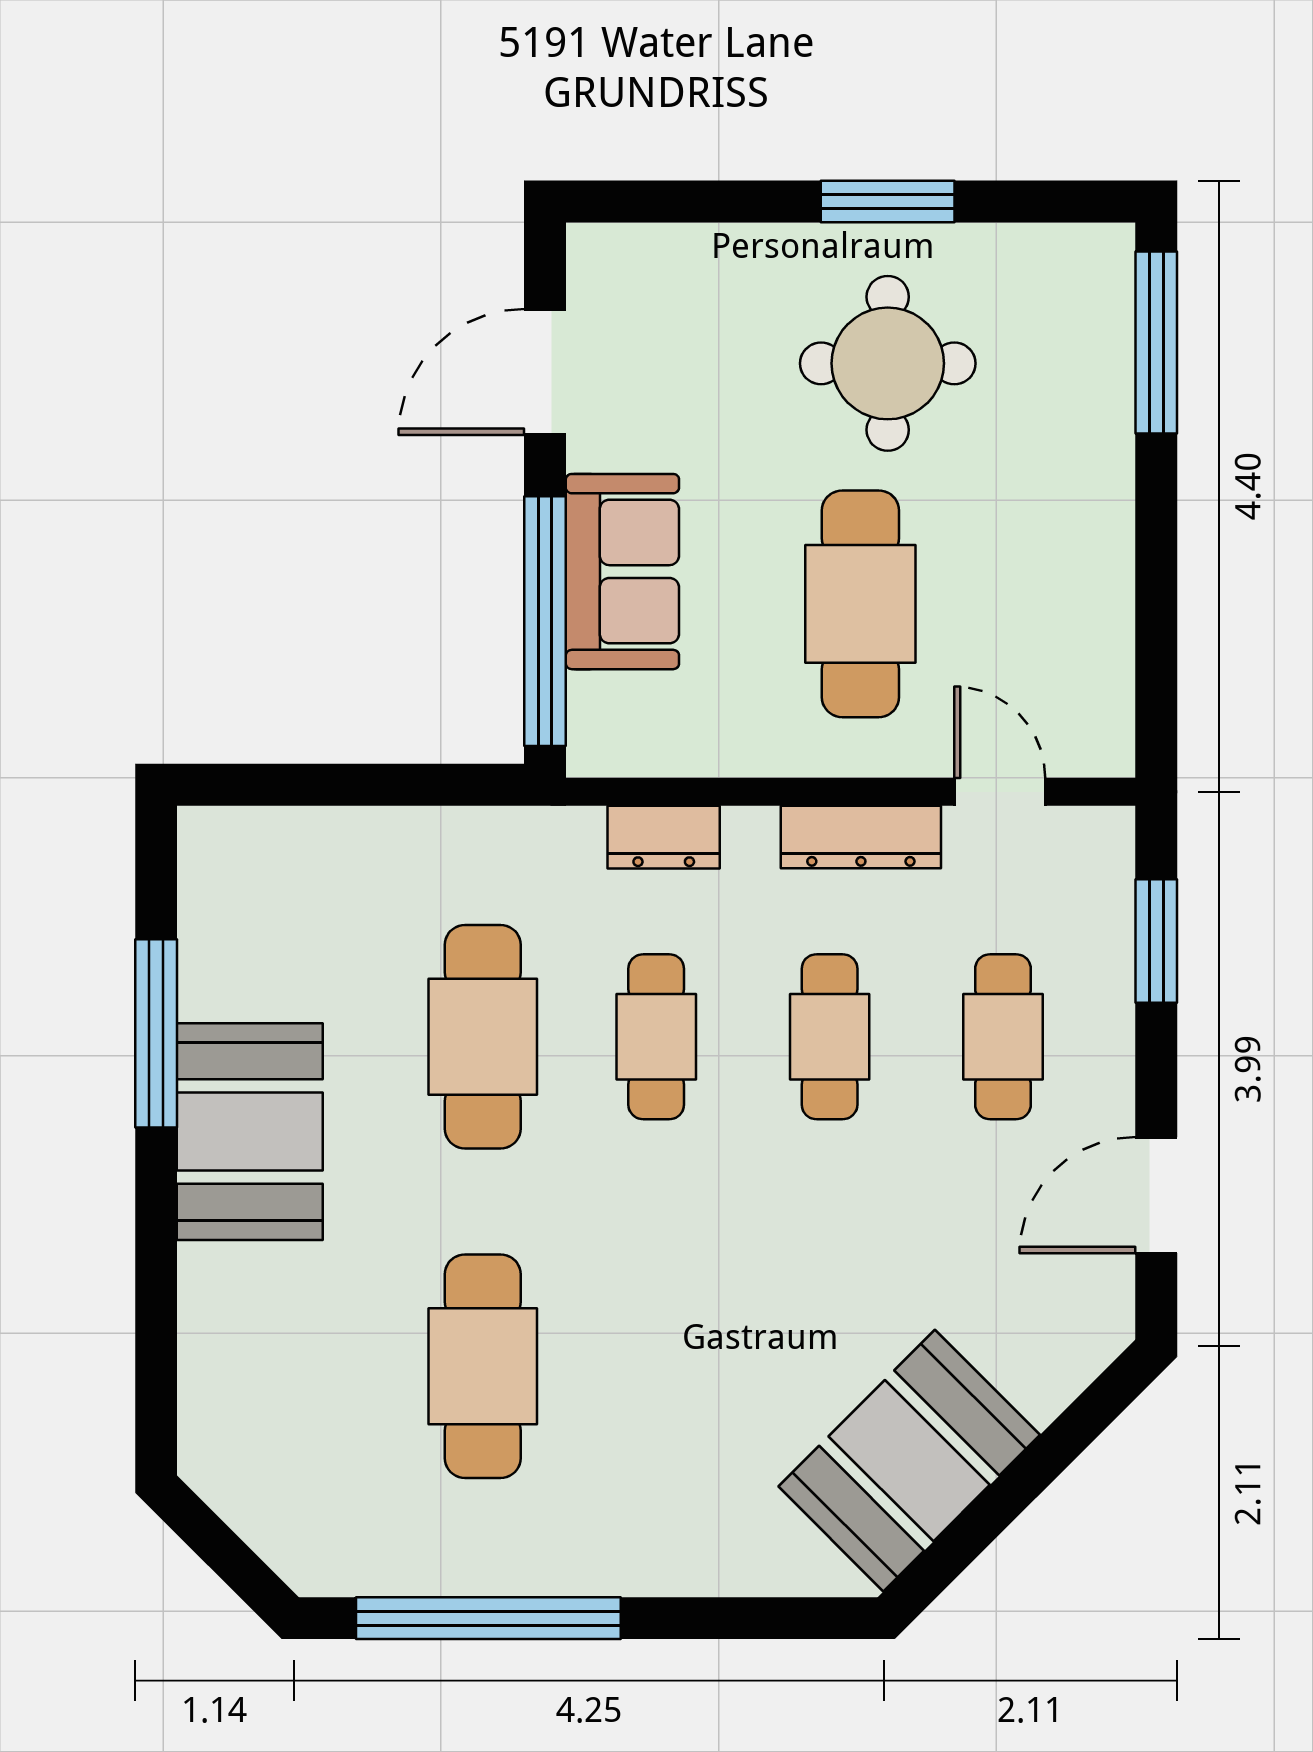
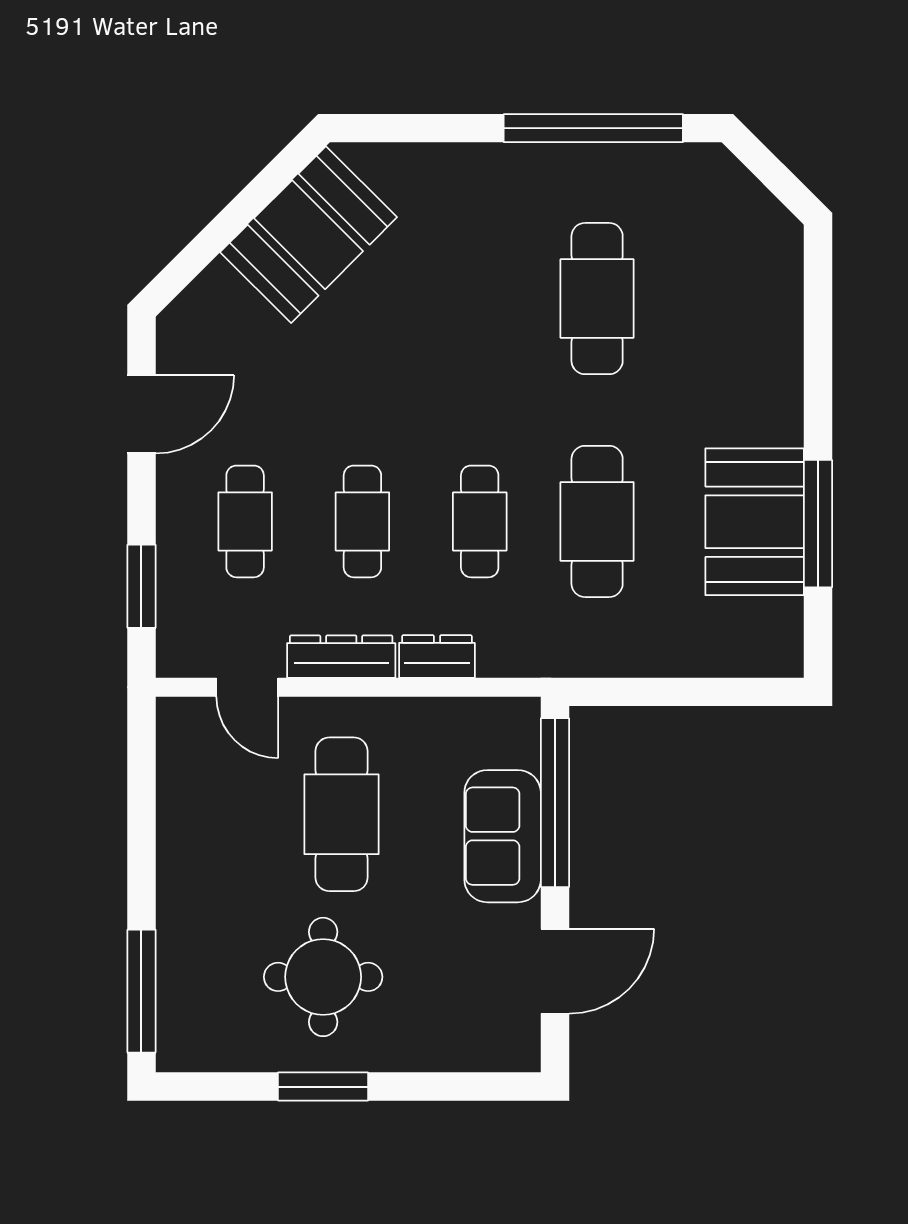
dresser: (664, 837) -> (437, 656), moved
booth: (250, 1132) -> (755, 522), moved

